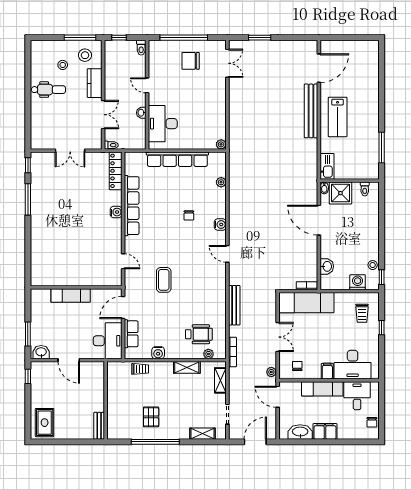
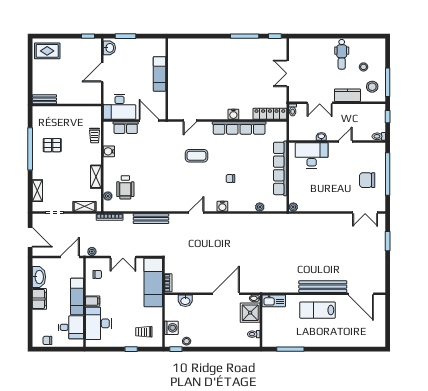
chair: (191, 61) -> (367, 180), turned -90
coffee table: (164, 280) -> (197, 156), moved

